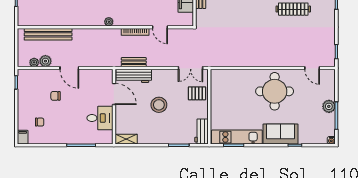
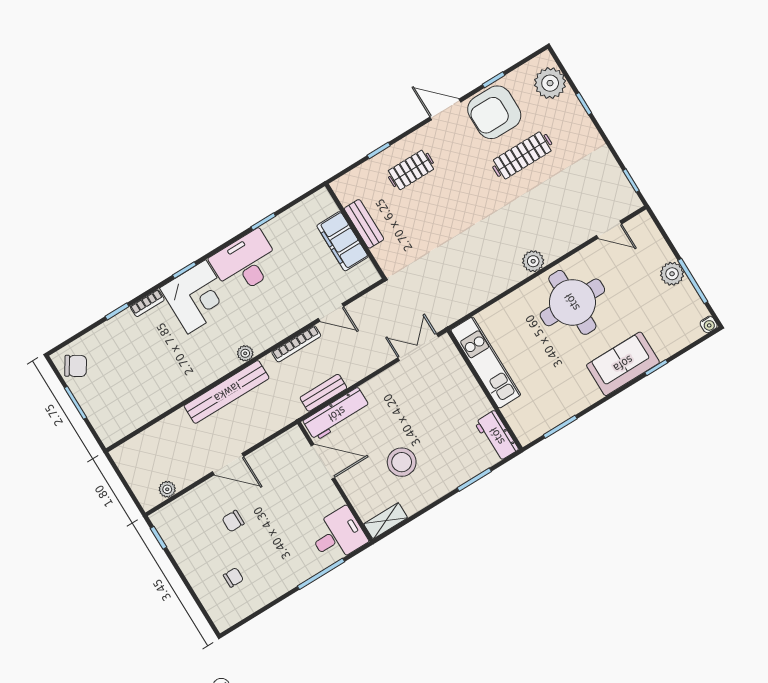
bench: (48, 34) -> (227, 392), moved
plant: (45, 61) -> (533, 261), moved
double door: (191, 68) -> (418, 347), swing flipped
pallet: (197, 93) -> (453, 381), removed
stool: (159, 105) -> (402, 462), moved
desk: (100, 118) -> (338, 535), moved
filing cabinet: (23, 137) -> (221, 618), removed
kitchen unit: (237, 137) -> (486, 362), moved, turned 90

